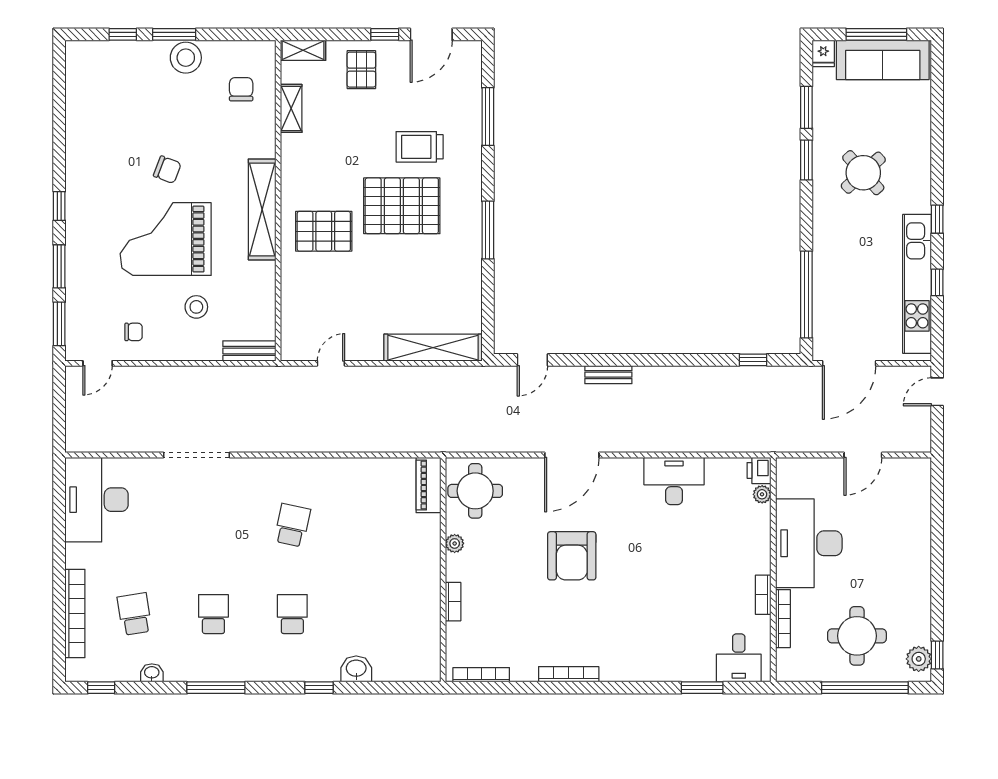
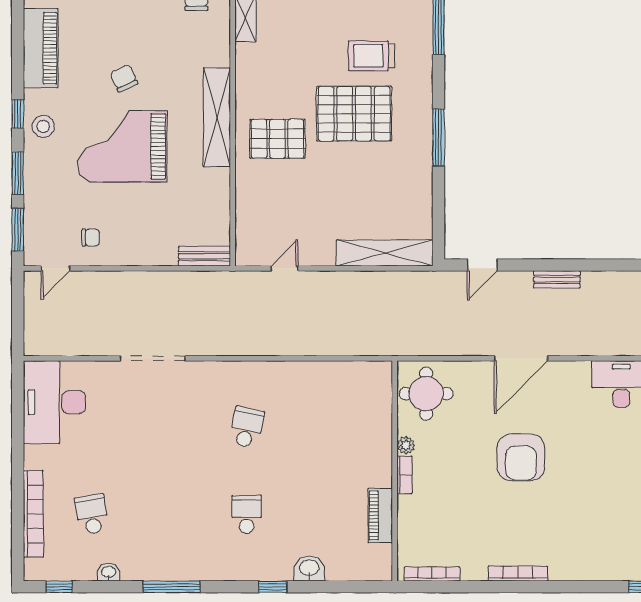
piano: (83, 139) -> (41, 48), added
chair: (167, 170) -> (124, 78), turned -135
stool: (196, 307) -> (43, 126), moved
piano: (428, 485) -> (380, 515), moved
bookcase: (453, 602) -> (404, 475), moved
school desk: (213, 614) -> (169, 514), removed

